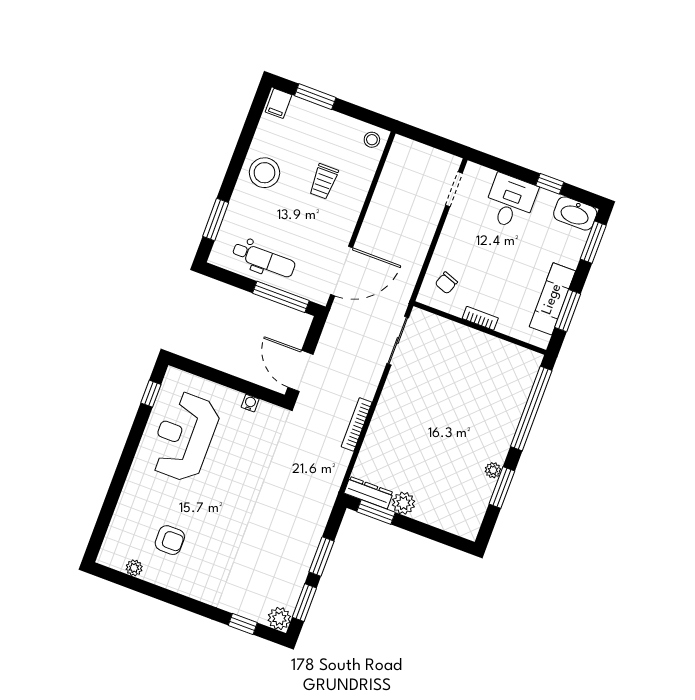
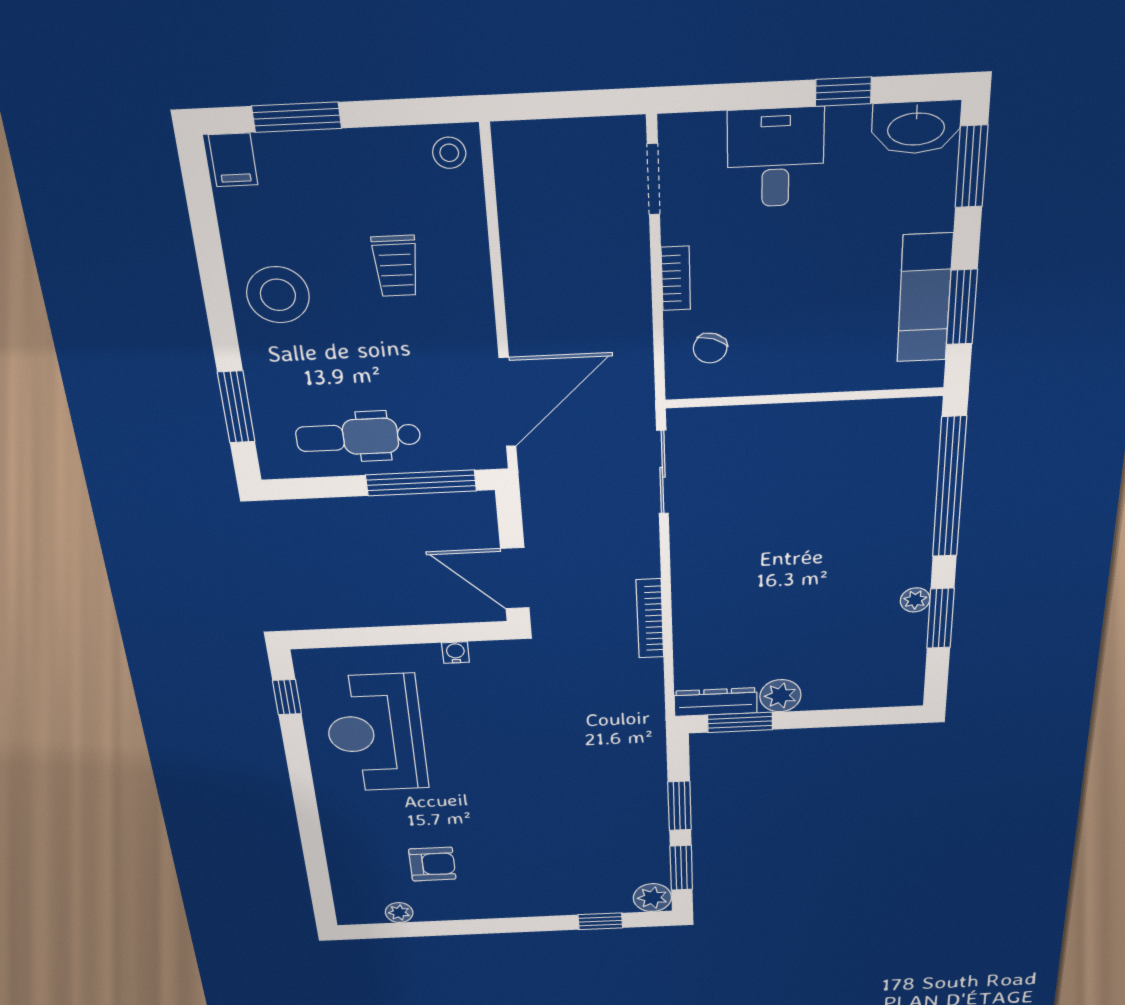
dental chair: (264, 259) -> (358, 437), turned 180
bookcase: (480, 318) -> (676, 278), moved, turned 90

